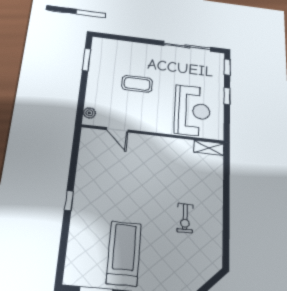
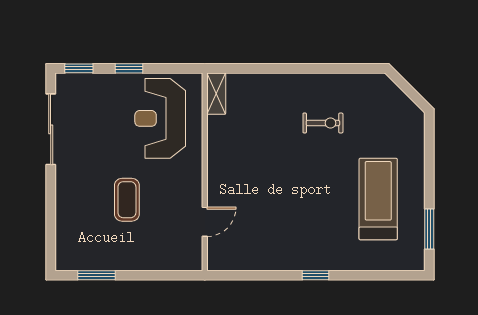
reception desk: (192, 111) -> (160, 118), turned -90
plant: (89, 113) -> (183, 262), removed
treadmill: (124, 253) -> (378, 199), turned 90

